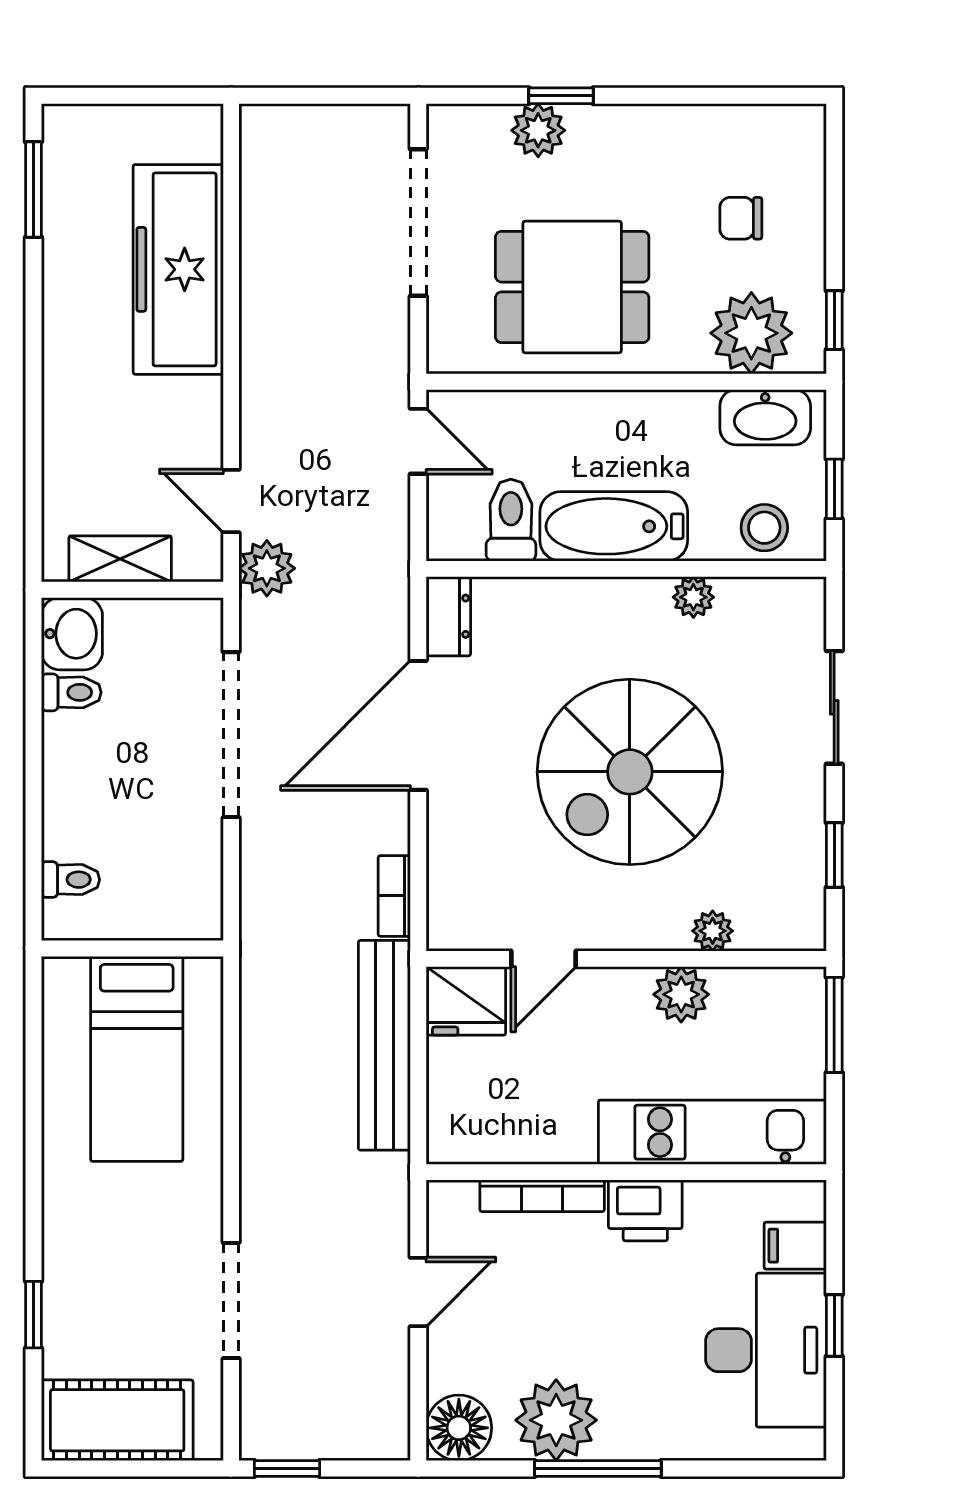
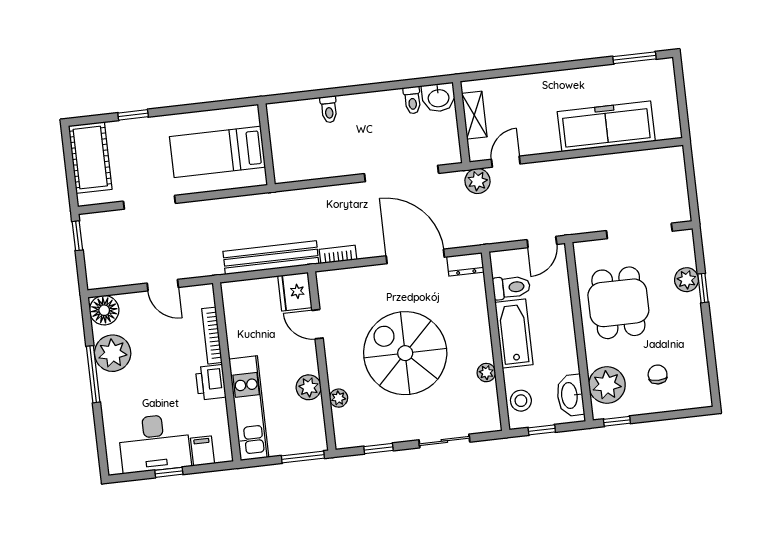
wall: (132, 948) -> (266, 144), moved
bed: (137, 1059) -> (218, 152), moved

